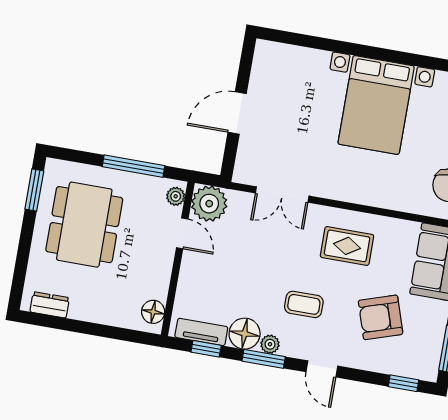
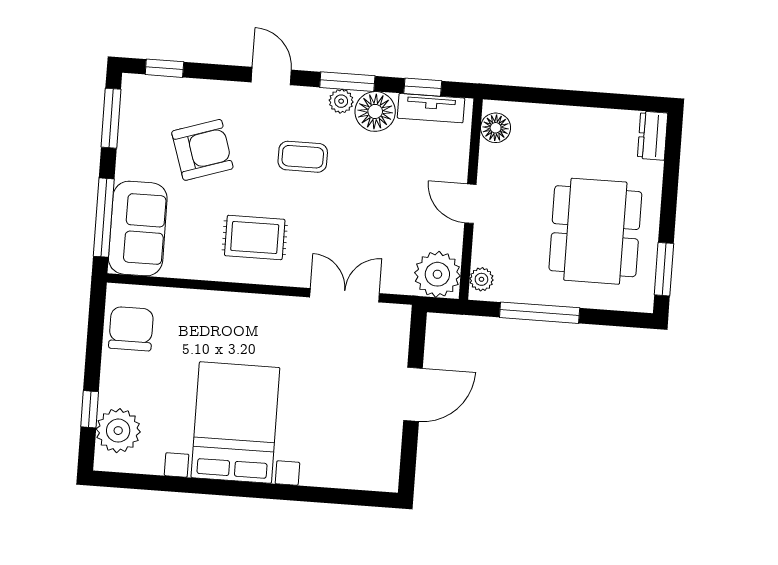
door: (182, 233) -> (470, 204), moved
dresser: (50, 305) -> (653, 136), moved, turned 90

